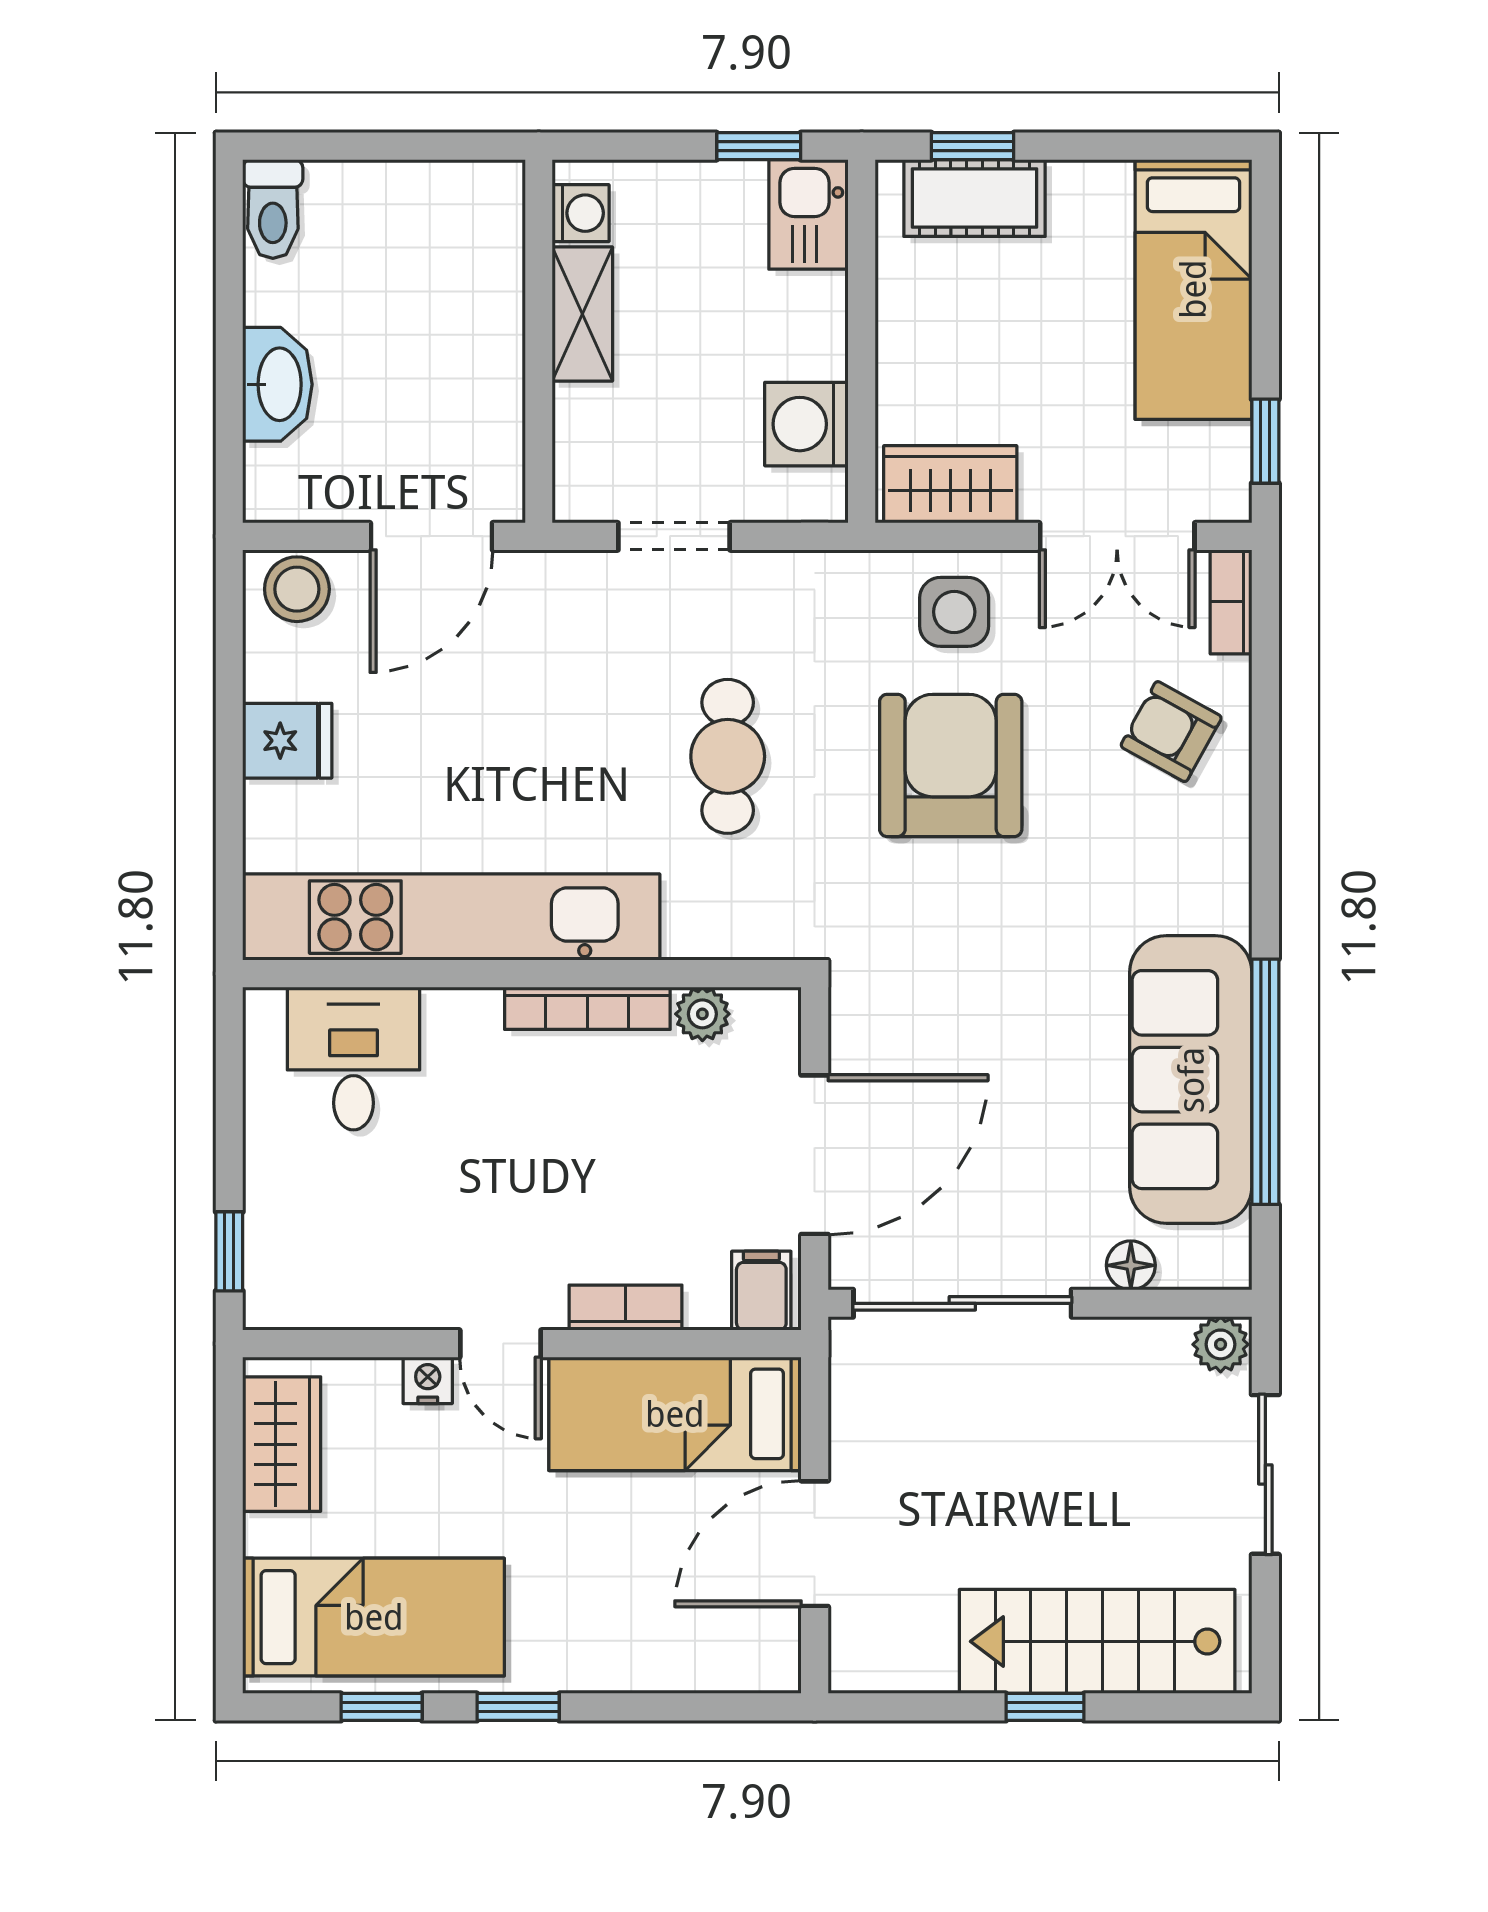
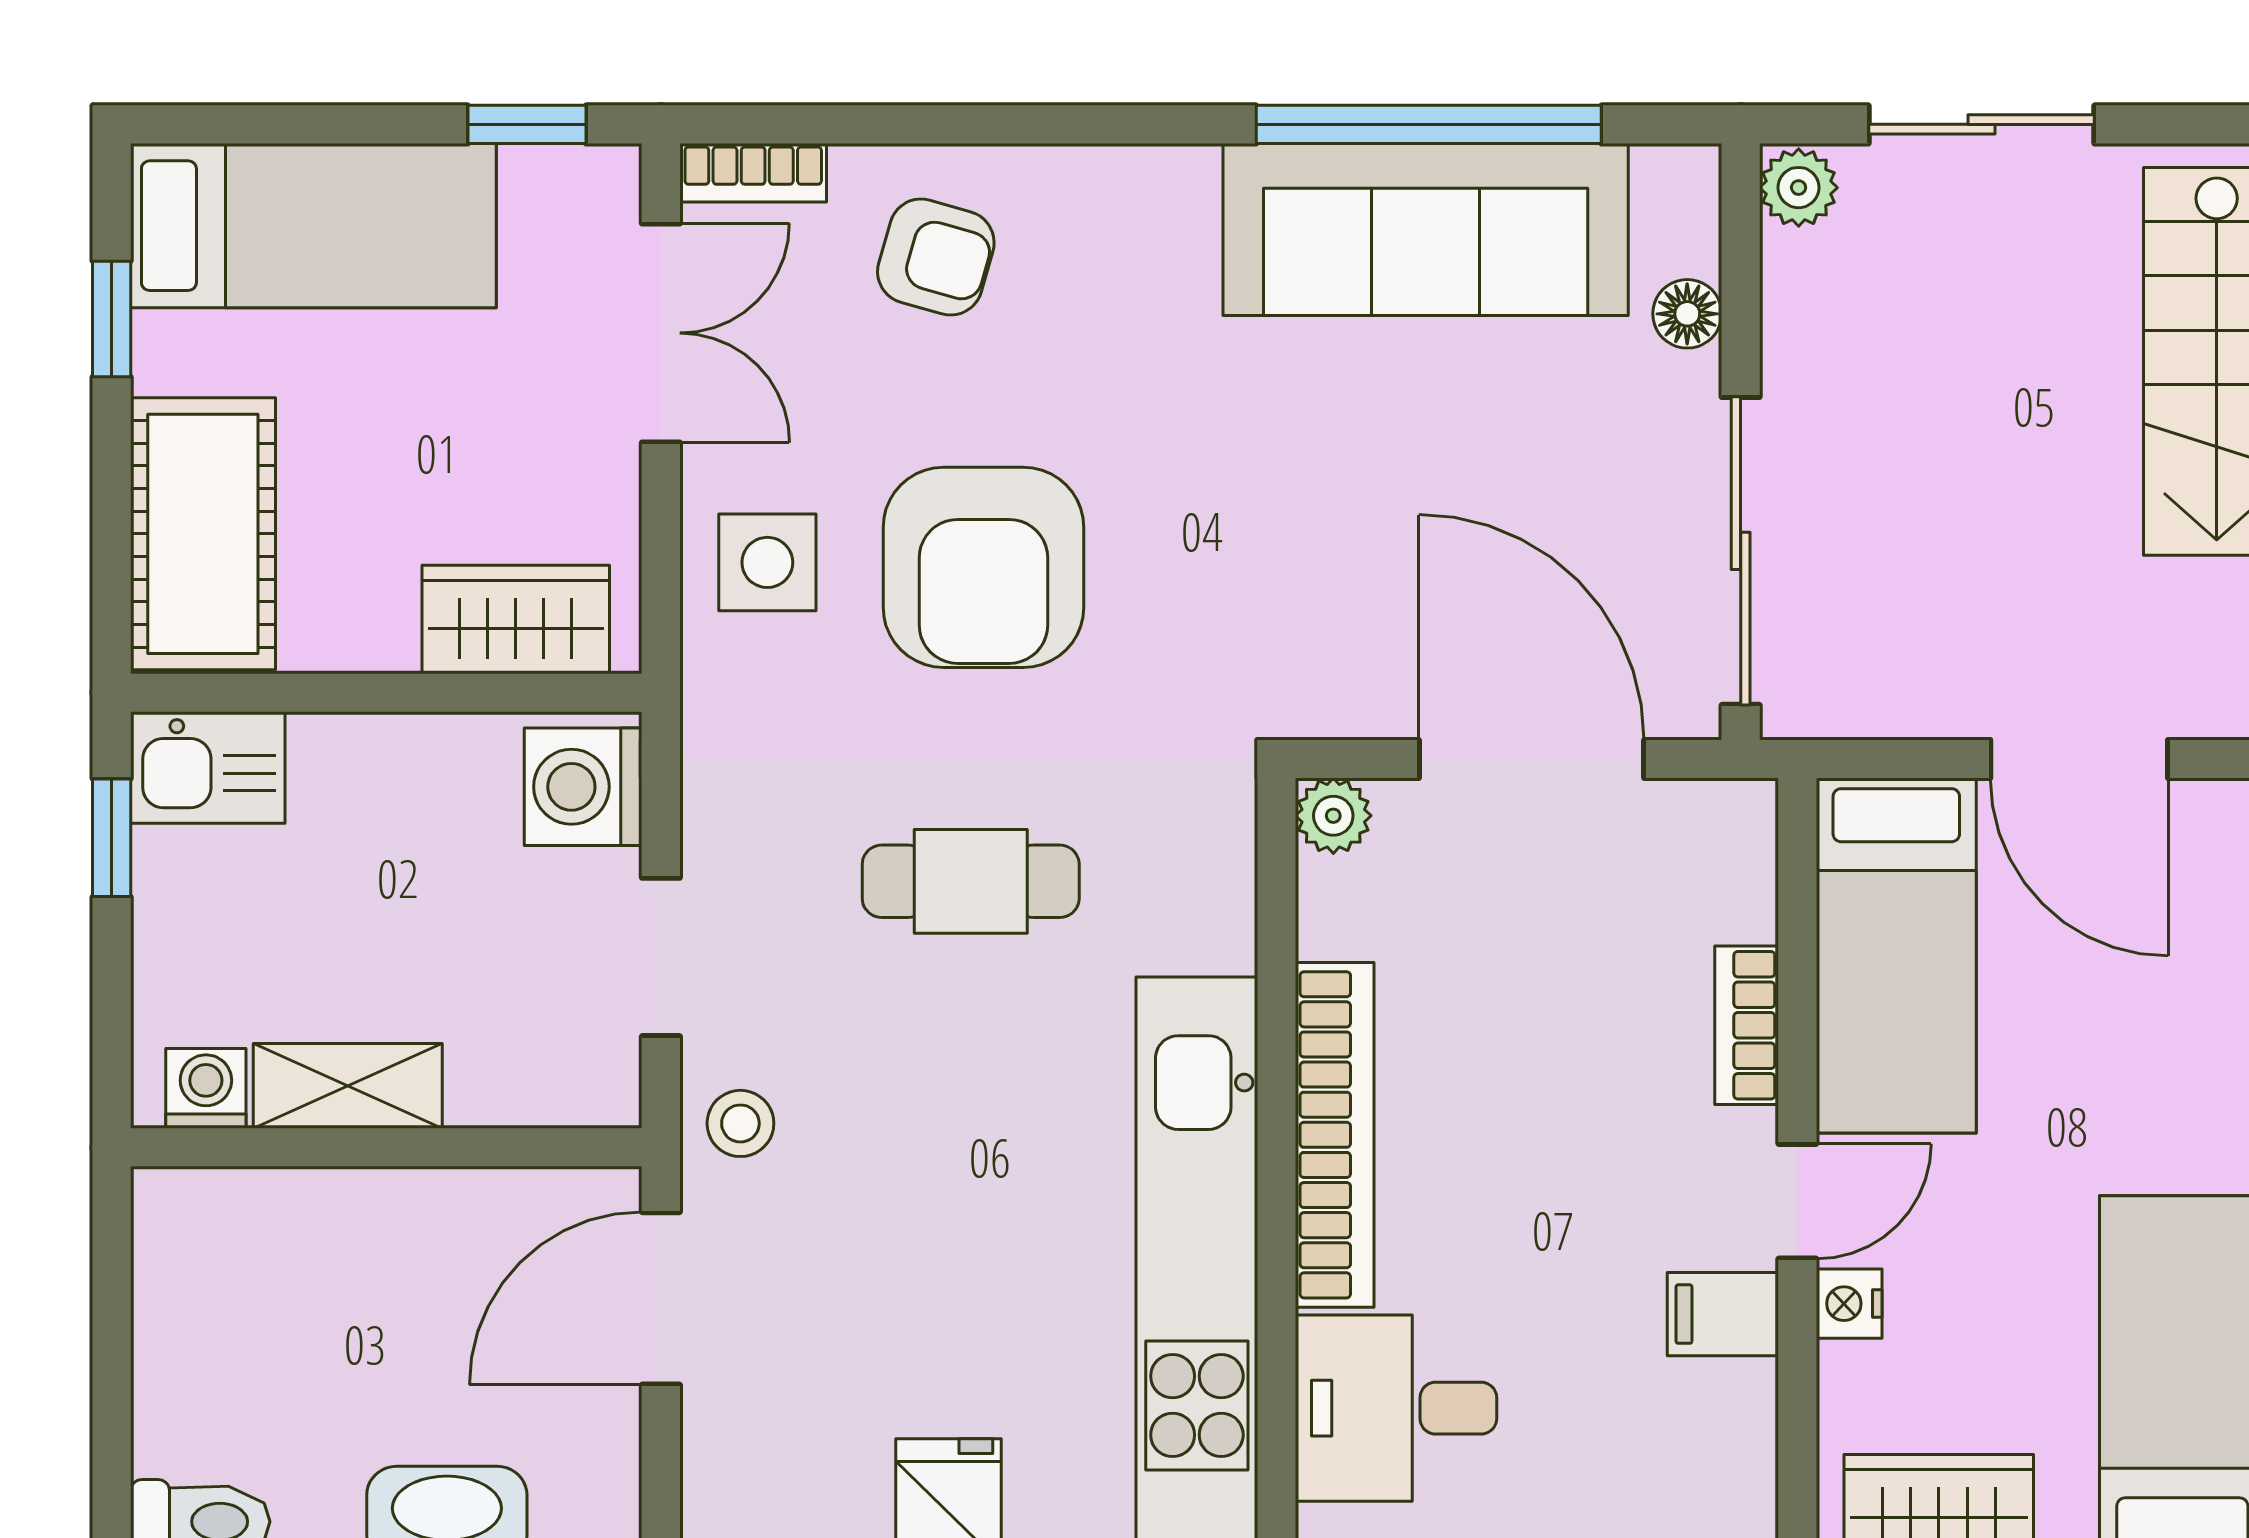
window: (973, 146) -> (112, 319), moved
cot: (974, 198) -> (203, 534), width x1.37, depth x1.34
washing machine: (806, 424) -> (583, 787), moved, turned 90
wardrobe: (950, 484) -> (516, 619), moved, turned 90
door: (431, 536) -> (661, 1298), swing flipped
stool: (297, 589) -> (740, 1123), moved, width x0.73, depth x0.73
armchair: (1171, 732) -> (936, 257), turned -103
armchair: (951, 765) -> (983, 567), turned -90
bookcase: (587, 1008) -> (1335, 1135), width x1.48, depth x1.31
plant: (702, 1014) -> (1333, 816), moved
filing cabinet: (761, 1291) -> (1723, 1314), moved

